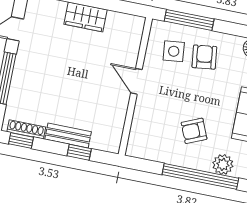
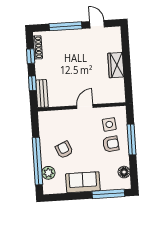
window: (189, 20) -> (132, 140), moved
bench: (68, 136) -> (42, 94), moved
window: (21, 141) -> (31, 56), moved

